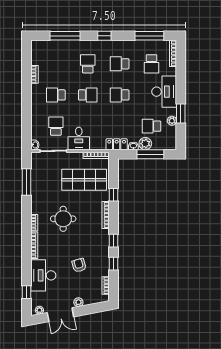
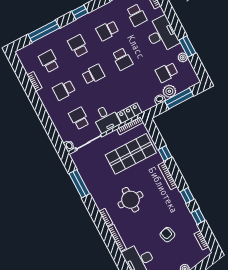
school desk: (56, 64) -> (49, 61), added
school desk: (120, 95) -> (122, 59), turned -90
locker: (117, 144) -> (129, 113), moved

